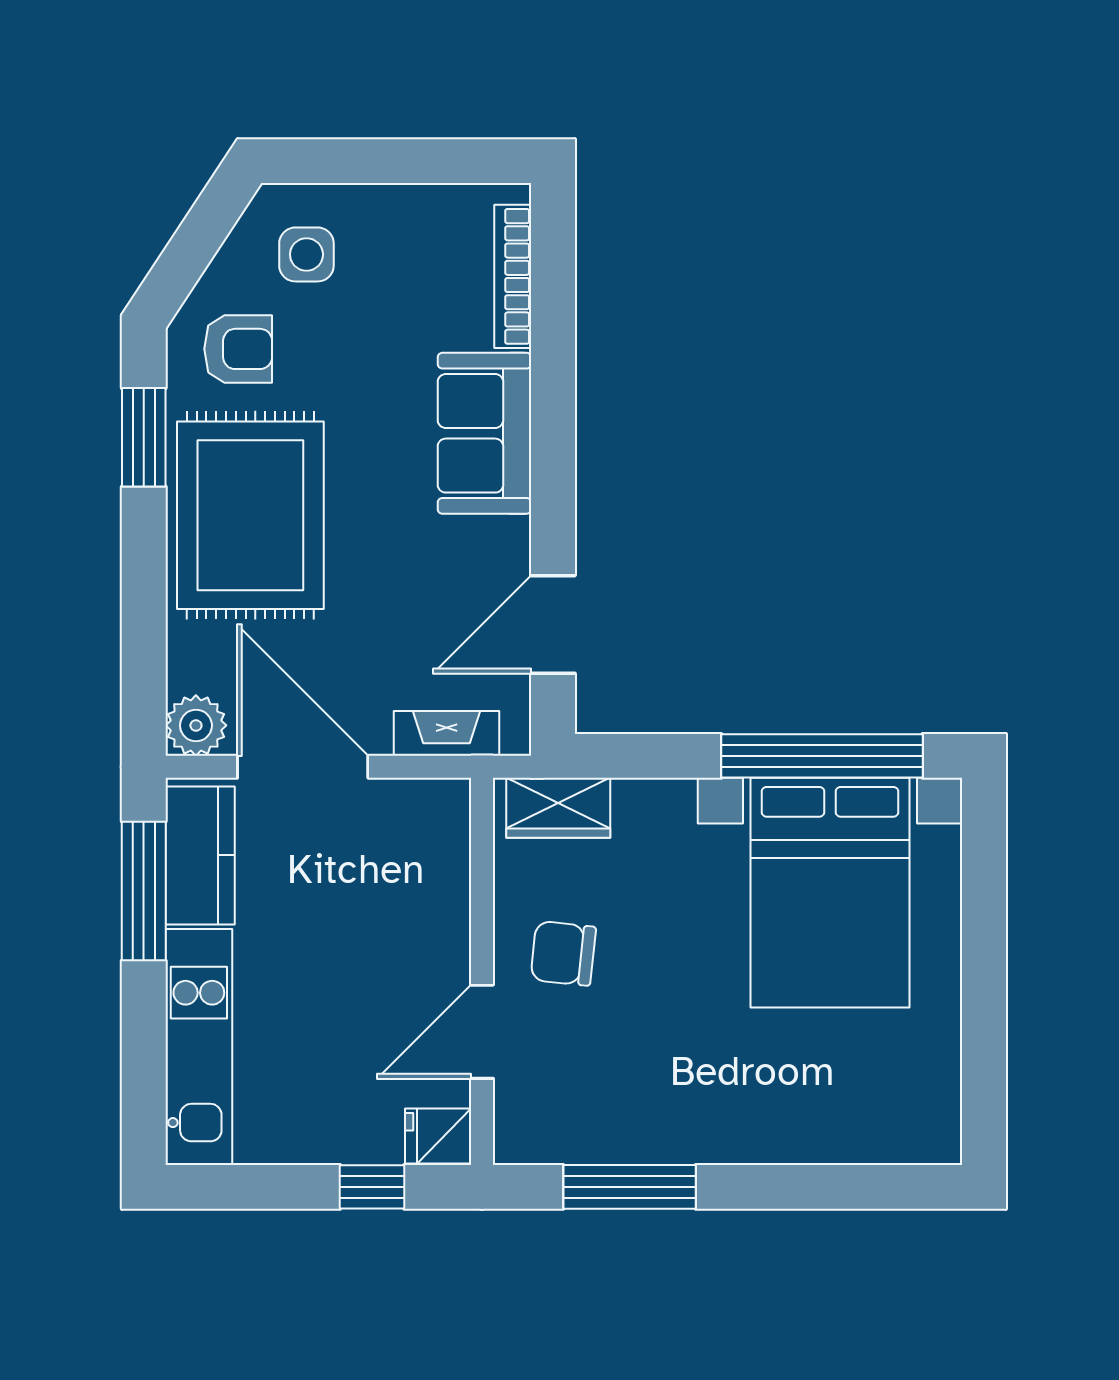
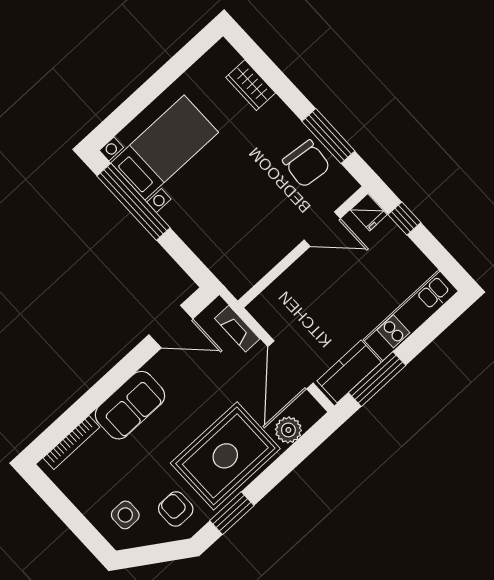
plant: (196, 725) -> (288, 430), moved
wardrobe: (558, 808) -> (251, 85), moved, turned 180
bed with nightstands: (830, 893) -> (165, 148), width x0.73
chair: (563, 953) -> (306, 164), moved, width x1.37, depth x1.37

